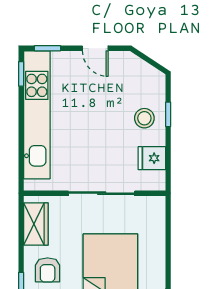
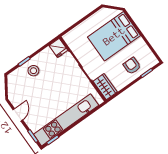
fridge: (152, 158) -> (58, 48), moved
wardrobe: (36, 224) -> (105, 87), moved, turned 90
armchair: (48, 270) -> (132, 66), turned -90

